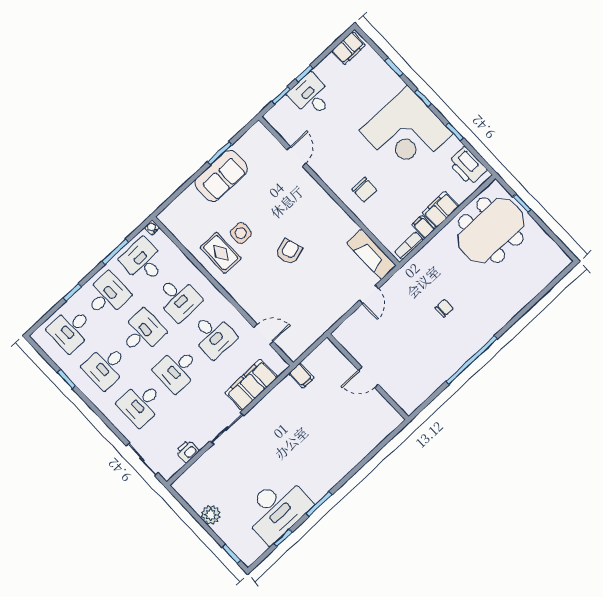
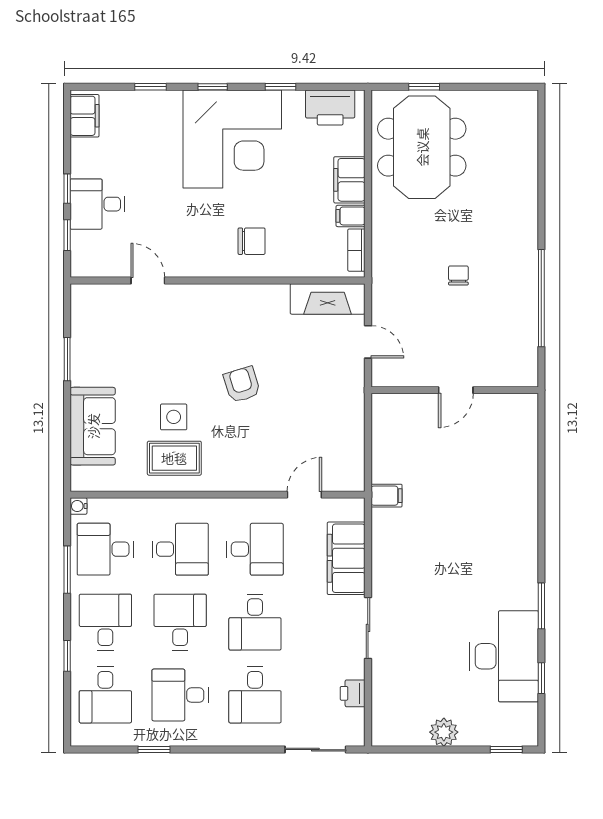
sofa: (221, 176) -> (93, 426), moved
desk: (106, 366) -> (180, 695), turned 90
door: (368, 377) -> (456, 390), moved
wall: (368, 377) -> (455, 390), moved

